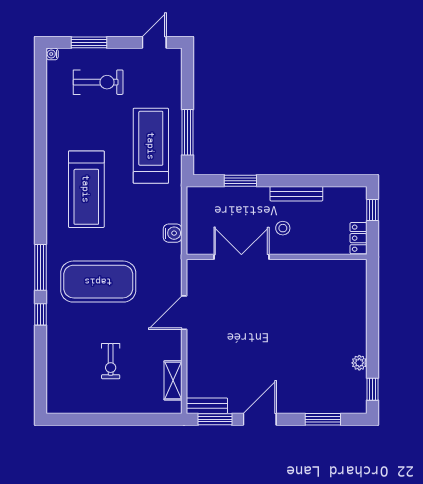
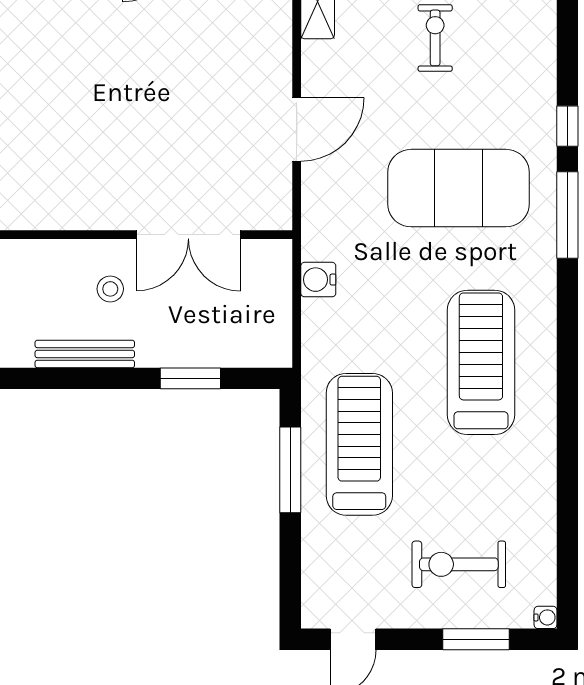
treadmill: (151, 146) -> (359, 444), turned 180

